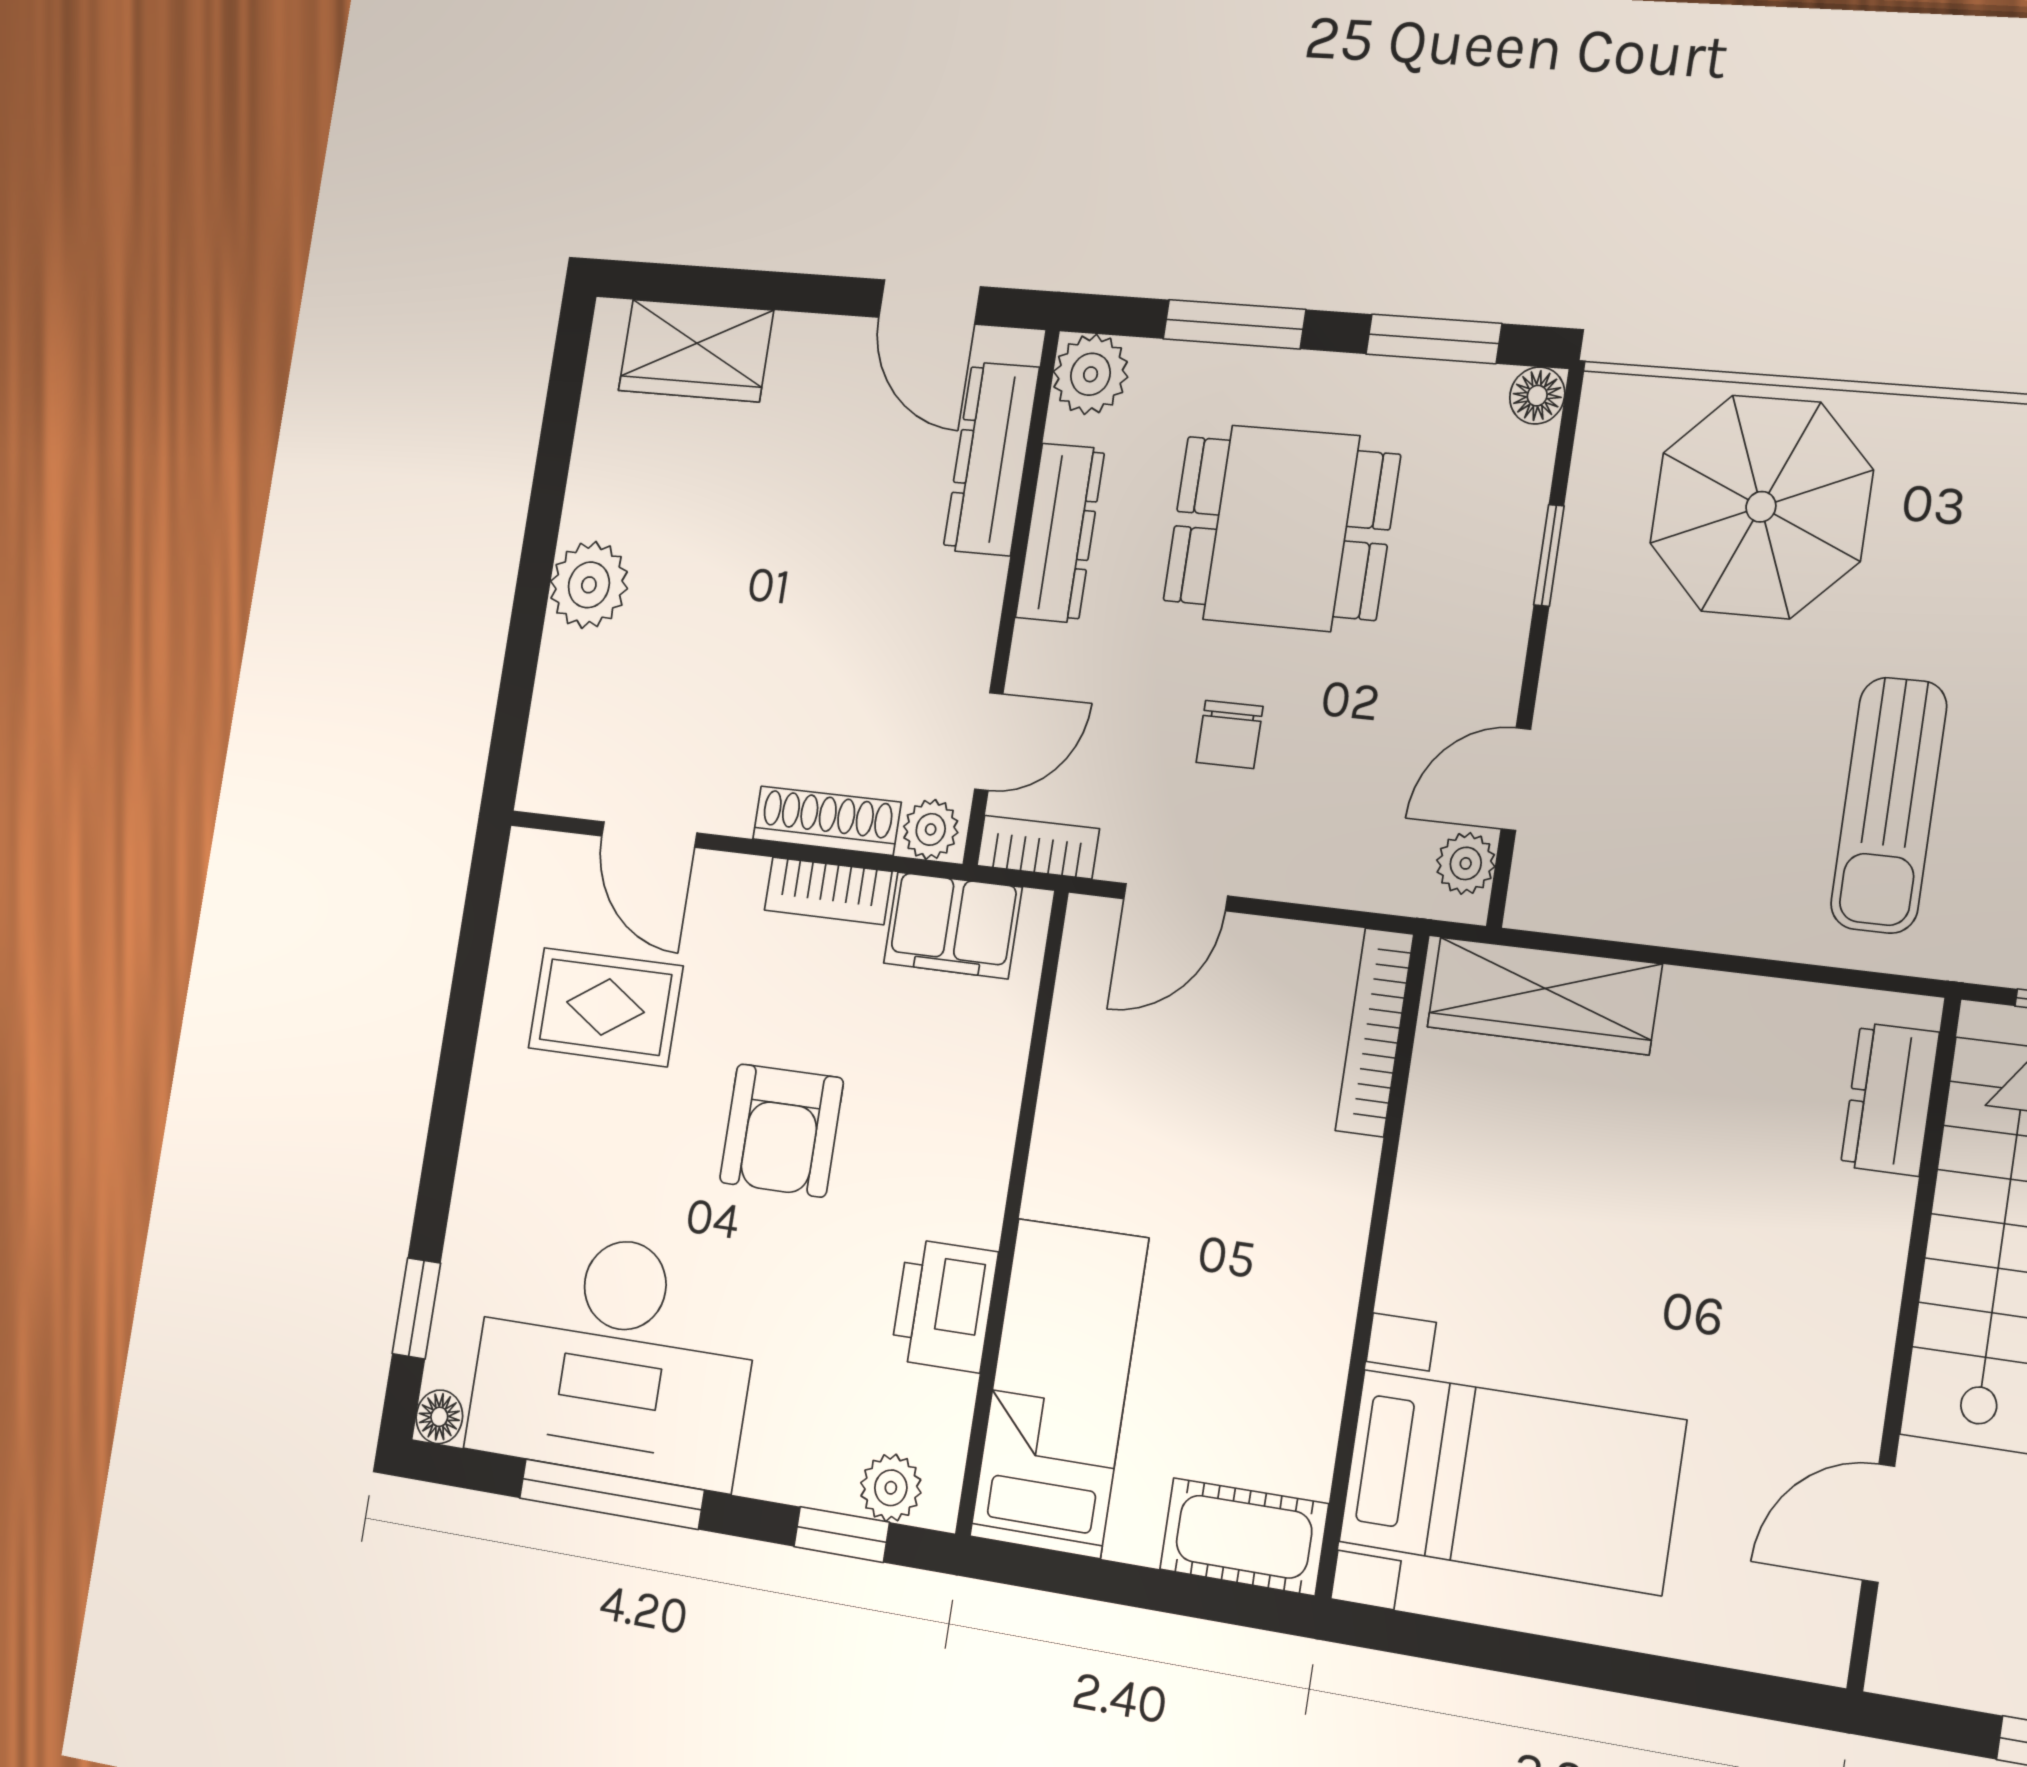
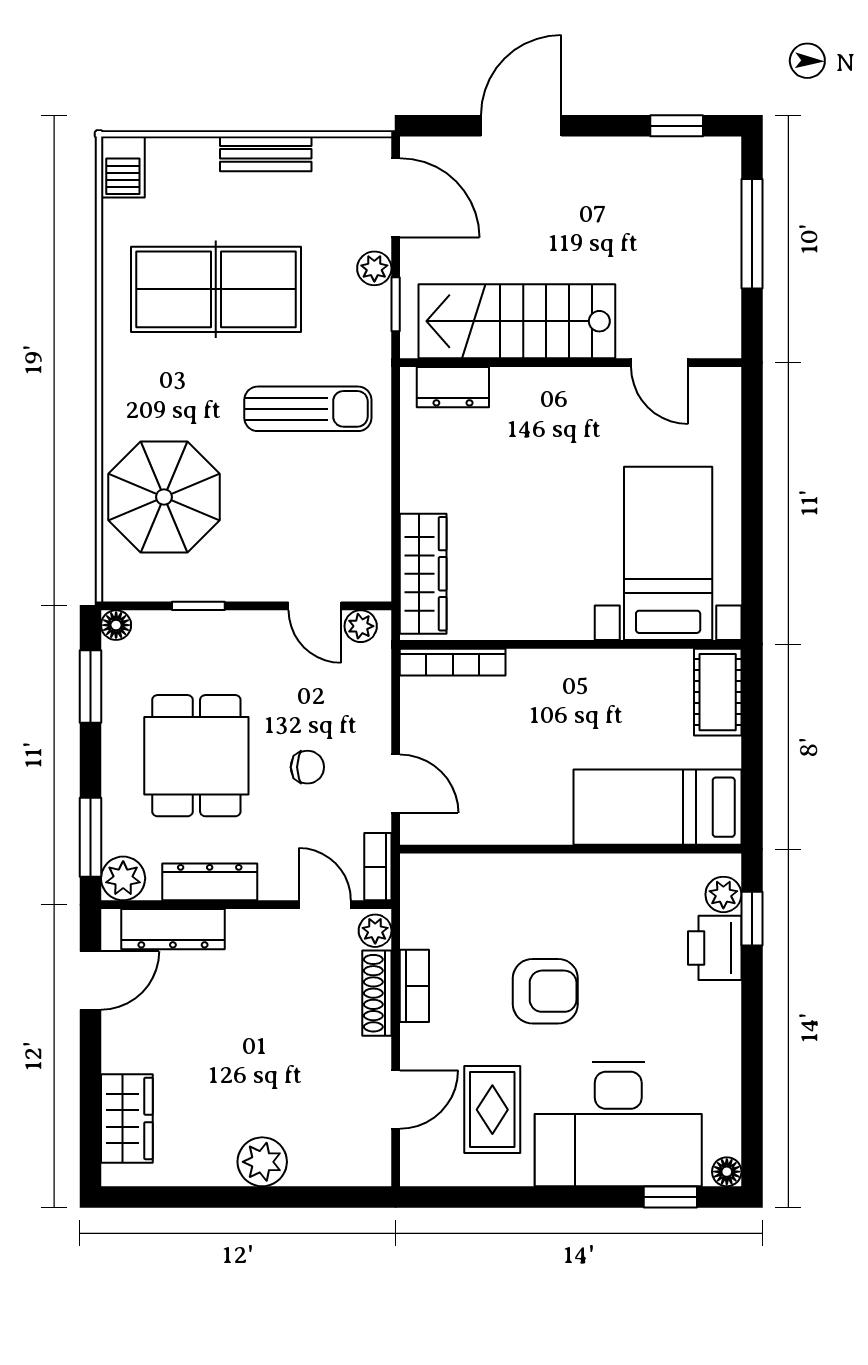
window: (1234, 324) -> (90, 837), moved
filing cabinet: (953, 925) -> (425, 909), removed
printer: (944, 1306) -> (715, 948), moved, turned 90
desk: (614, 1357) -> (618, 1124), moved, turned 90
window: (611, 1494) -> (752, 1059), removed

